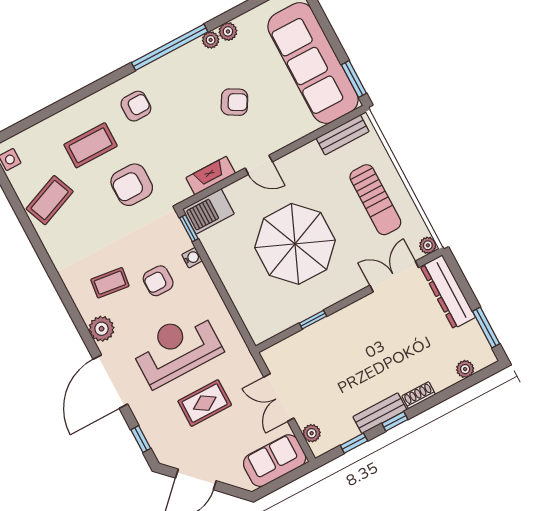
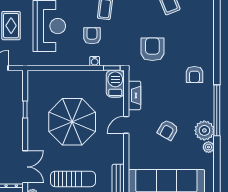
plant: (211, 40) -> (204, 130), width x1.87, depth x1.87
coffee table: (91, 145) -> (186, 38), removed
sun lounger: (375, 200) -> (73, 179), turned 180

